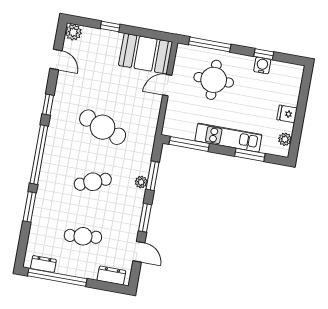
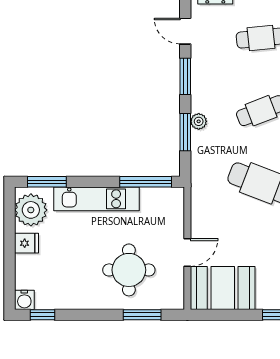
window: (210, 44) -> (142, 315), width x0.69
window: (264, 54) -> (43, 315), moved
water cooler: (262, 65) -> (24, 300), moved
plant: (285, 139) -> (31, 210), width x1.88, depth x1.88
window: (250, 155) -> (47, 182), moved

